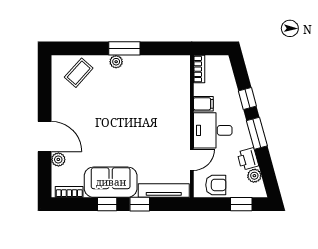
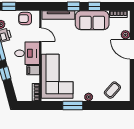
window: (124, 48) -> (73, 105), moved
corner sofa: (165, 94) -> (57, 76), added
door: (192, 160) -> (40, 35), swing flipped

